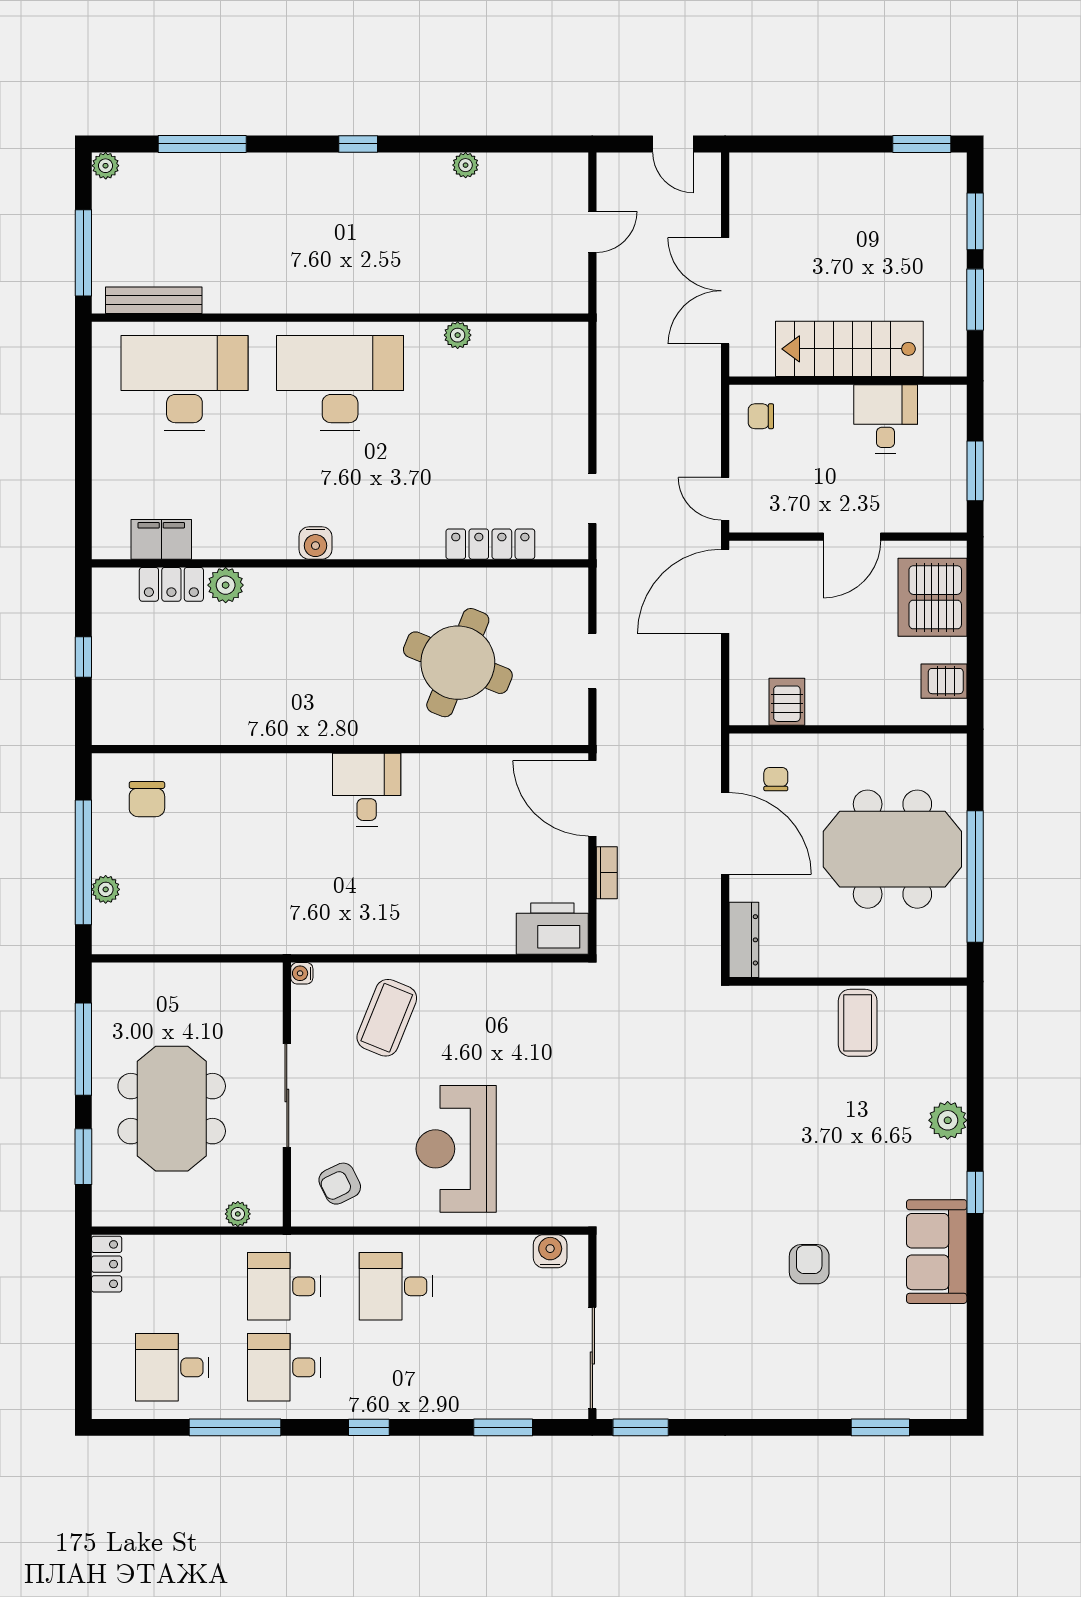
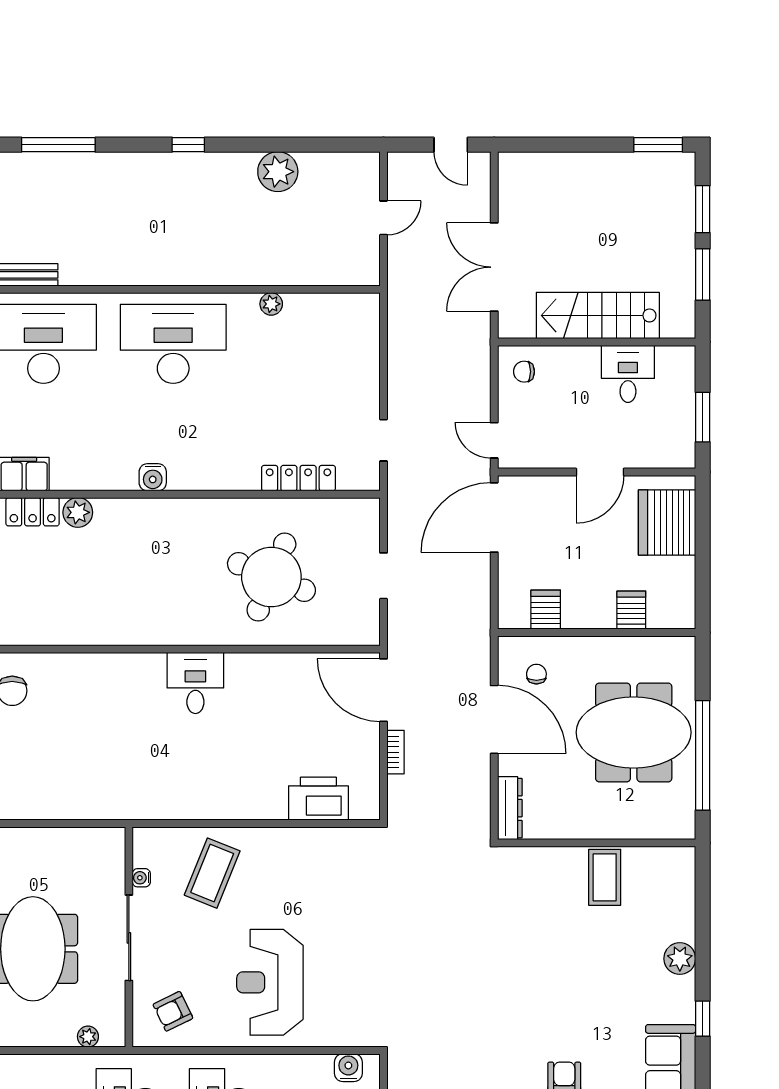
plant: (466, 165) -> (278, 172), width x1.88, depth x1.88
server rack: (944, 681) -> (631, 610), moved, turned 90
printer: (552, 929) -> (318, 799), moved
water cooler: (302, 973) -> (141, 878), moved

